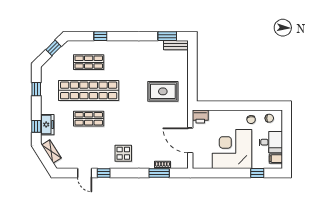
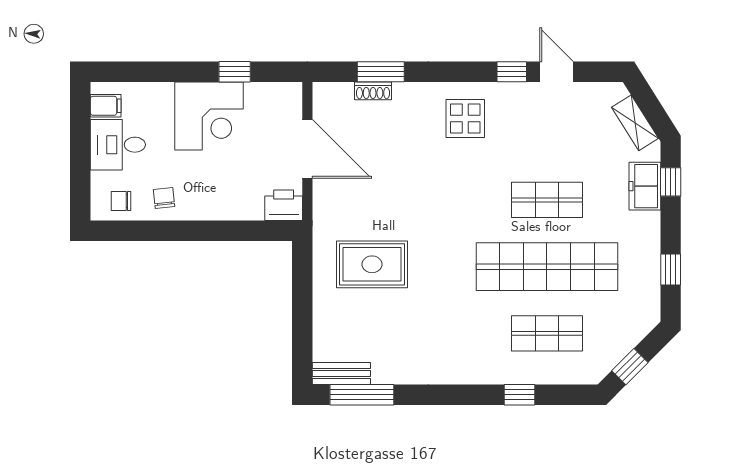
window: (167, 36) -> (362, 395), width x1.44
corner desk: (232, 149) -> (209, 116), width x0.74, depth x0.74
window: (257, 173) -> (235, 72), moved

